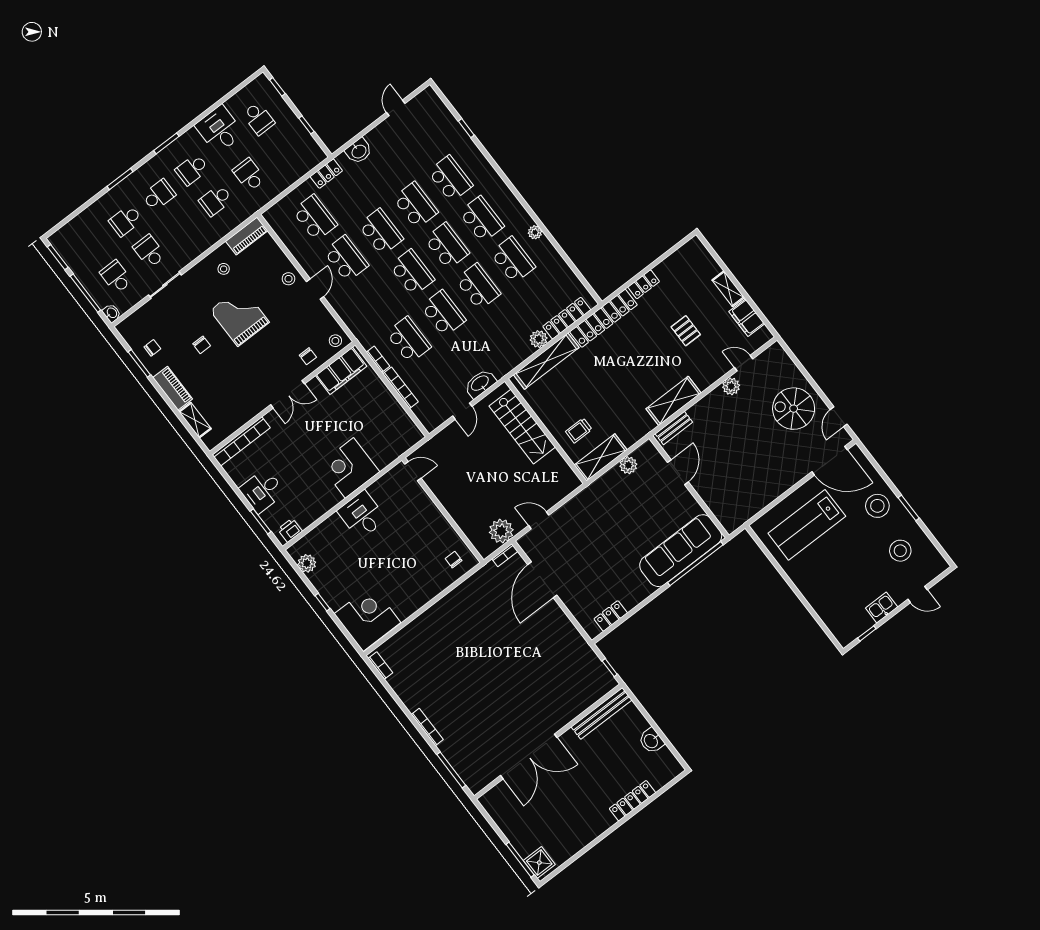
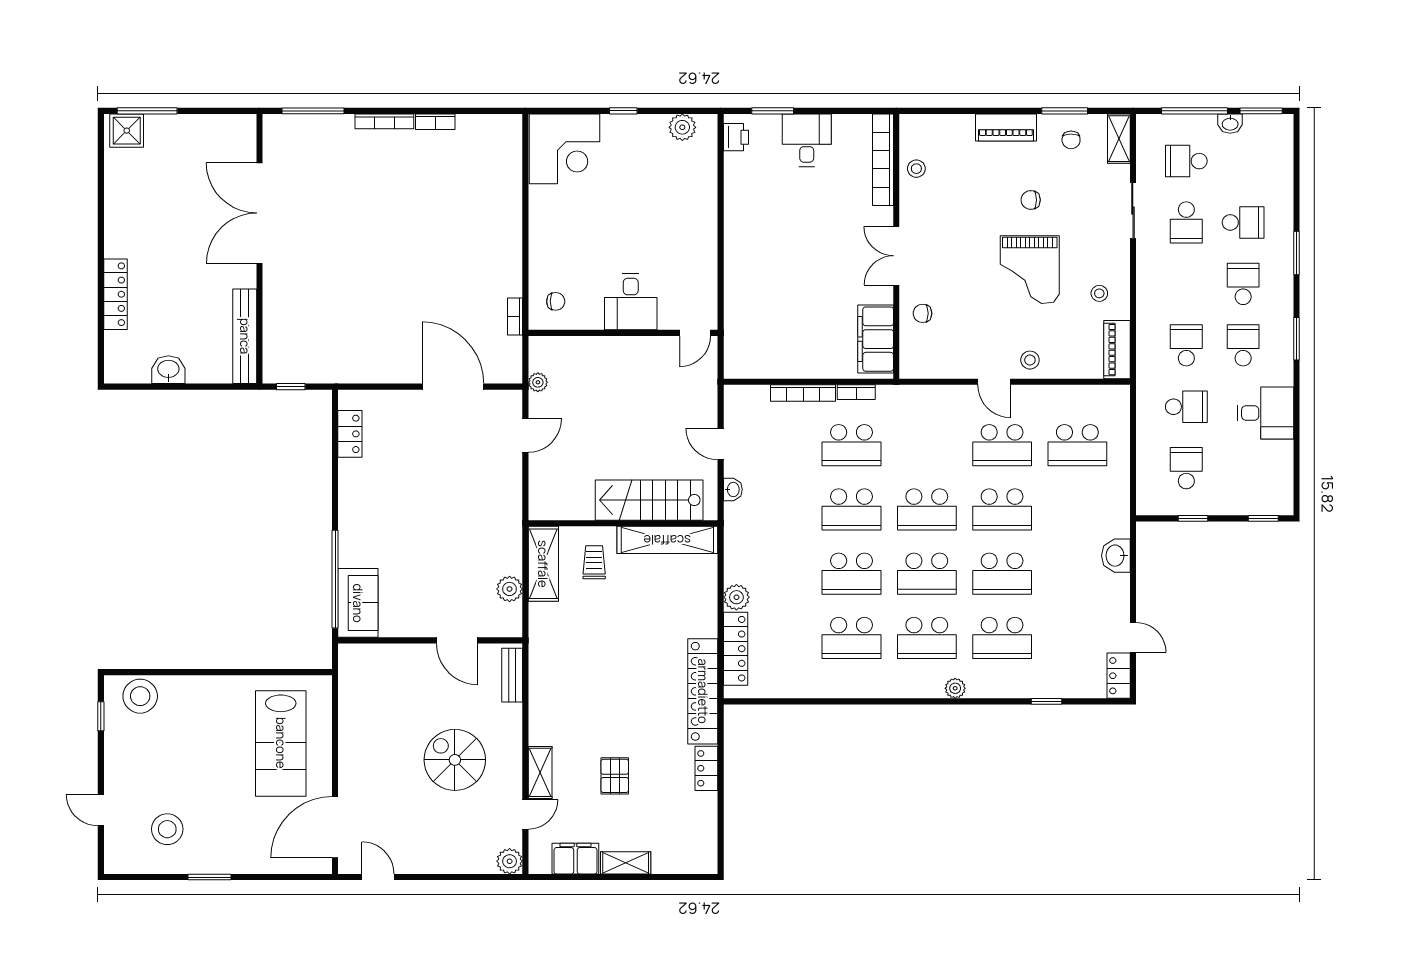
school desk: (258, 119) -> (1186, 468), moved, turned 90
locker: (326, 174) -> (1119, 676), moved
school desk: (159, 195) -> (1243, 284), turned 180
school desk: (126, 221) -> (1243, 222), turned 90
plant: (535, 232) -> (955, 688), moved
school desk: (149, 251) -> (1186, 222), turned 90
school desk: (116, 277) -> (1186, 161), turned 180
washbasin: (112, 313) -> (1230, 124), moved
grand piano: (240, 316) -> (1030, 270), turned 90
pallet: (686, 331) -> (615, 776), turned 90
stool: (335, 341) -> (916, 169), moved
shelving: (546, 361) -> (667, 540), moved, turned 90
washbasin: (480, 384) -> (733, 489), width x0.52, depth x0.69
plant: (731, 386) -> (510, 861), moved
shelving: (674, 401) -> (540, 772), moved, width x0.67, depth x0.75
spiral stairs: (794, 409) -> (455, 760), moved, turned -90
shelving: (195, 420) -> (1119, 139), moved, turned 90
corner desk: (349, 468) -> (755, 262), removed
stool: (877, 506) -> (140, 696), moved
desk: (362, 515) -> (631, 302), moved, turned 90
lab bench: (807, 525) -> (281, 743), turned 180
plant: (501, 531) -> (538, 382), width x0.53, depth x0.53
sofa: (681, 551) -> (358, 603), width x0.54, depth x0.79
bookcase: (505, 555) -> (515, 316), moved
door: (918, 594) -> (101, 810), hinge flipped
kitchen sink: (882, 607) -> (118, 757), removed
bookcase: (380, 666) -> (435, 122), moved

